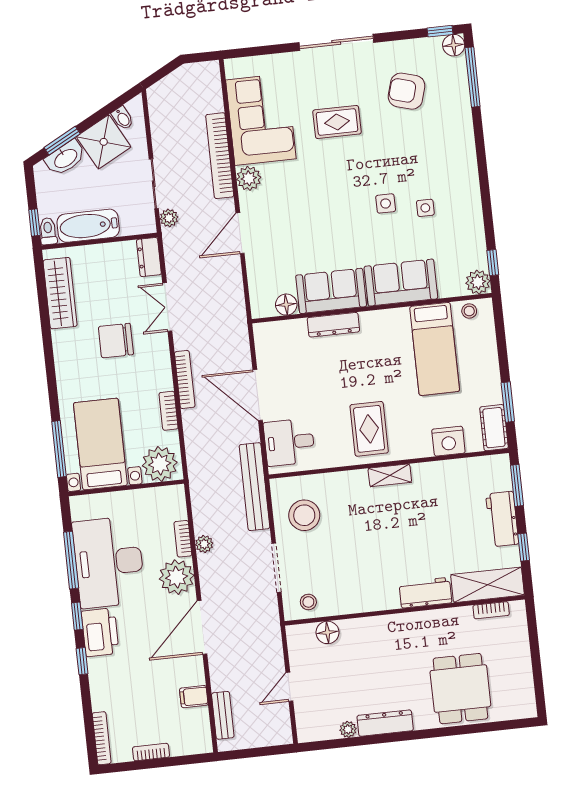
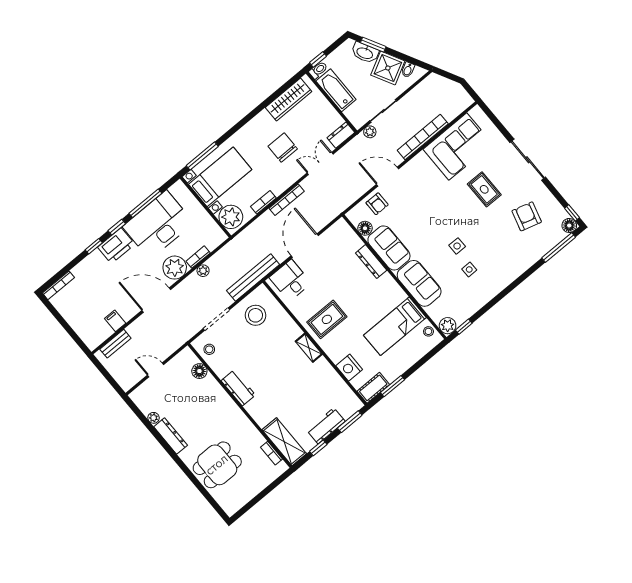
plant: (249, 178) -> (421, 161), removed
armchair: (266, 269) -> (377, 204), added
workbench: (425, 593) -> (238, 388), moved
bookcase: (151, 752) -> (69, 318), removed

